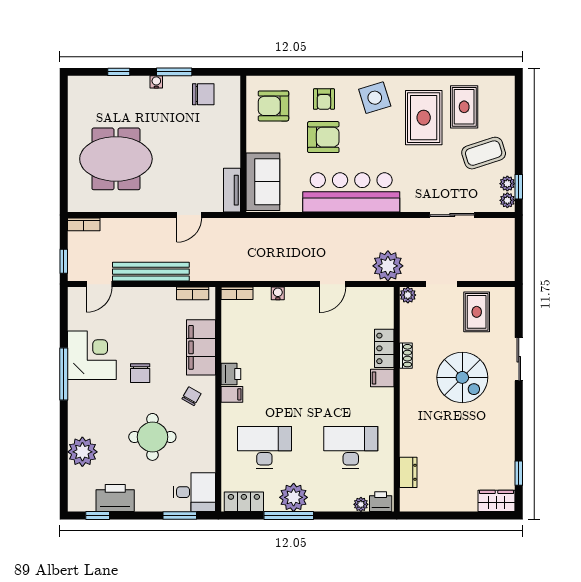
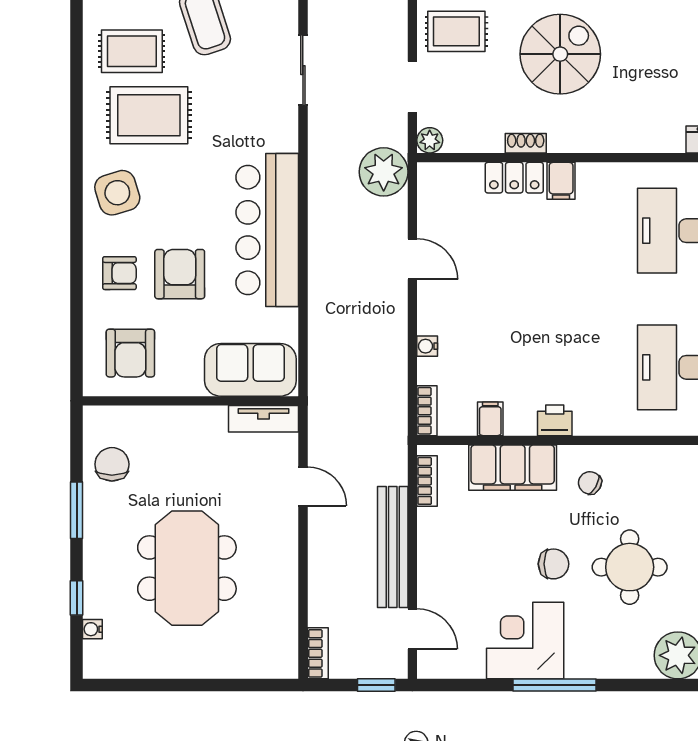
water cooler: (156, 82) -> (92, 629), moved
meeting table: (116, 159) -> (187, 568), moved
filing cabinet: (232, 394) -> (490, 419), moved
round table: (152, 437) -> (630, 567), moved

